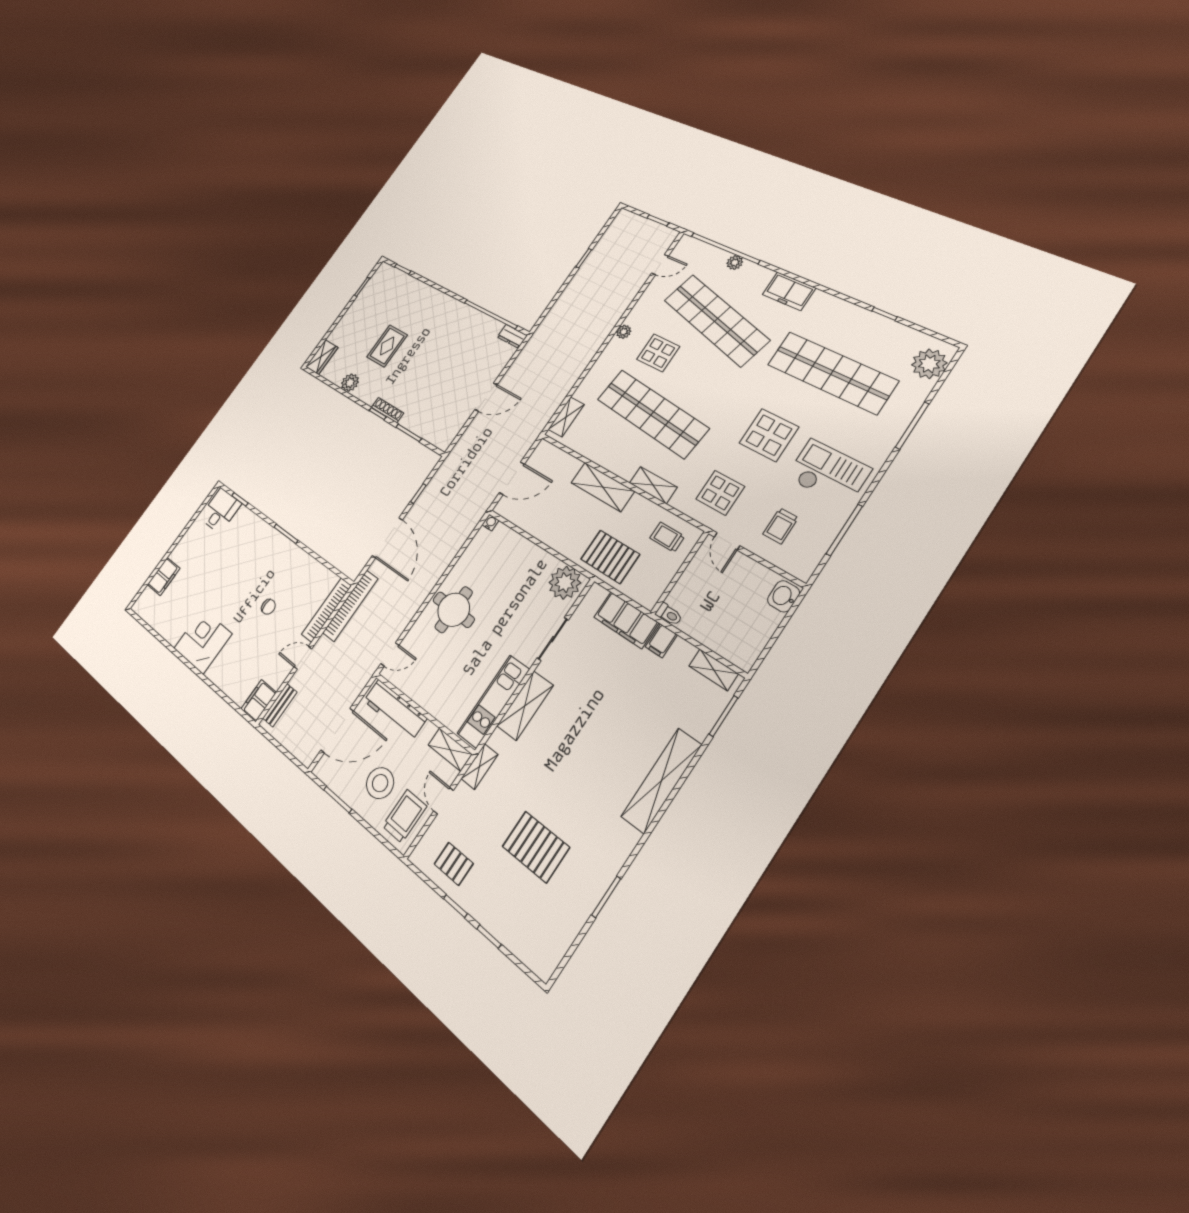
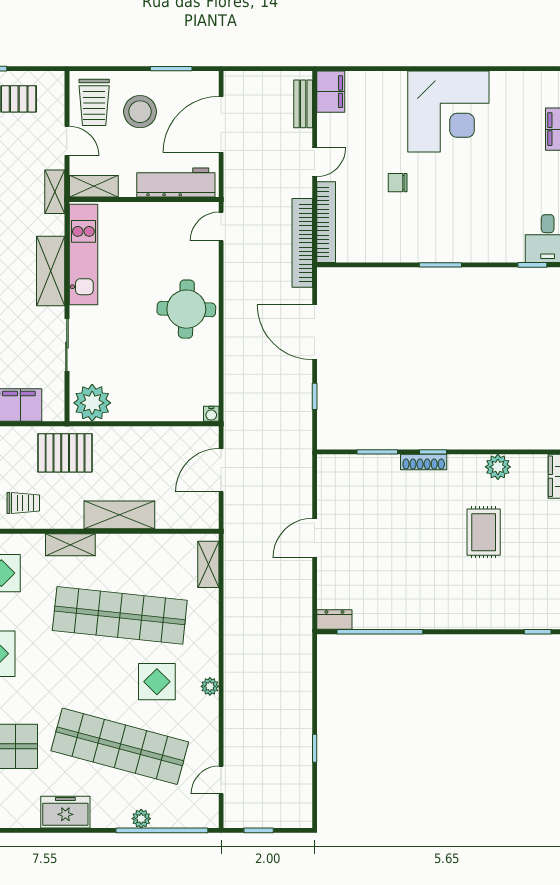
corner desk: (203, 641) -> (448, 111), width x1.36, depth x1.36

